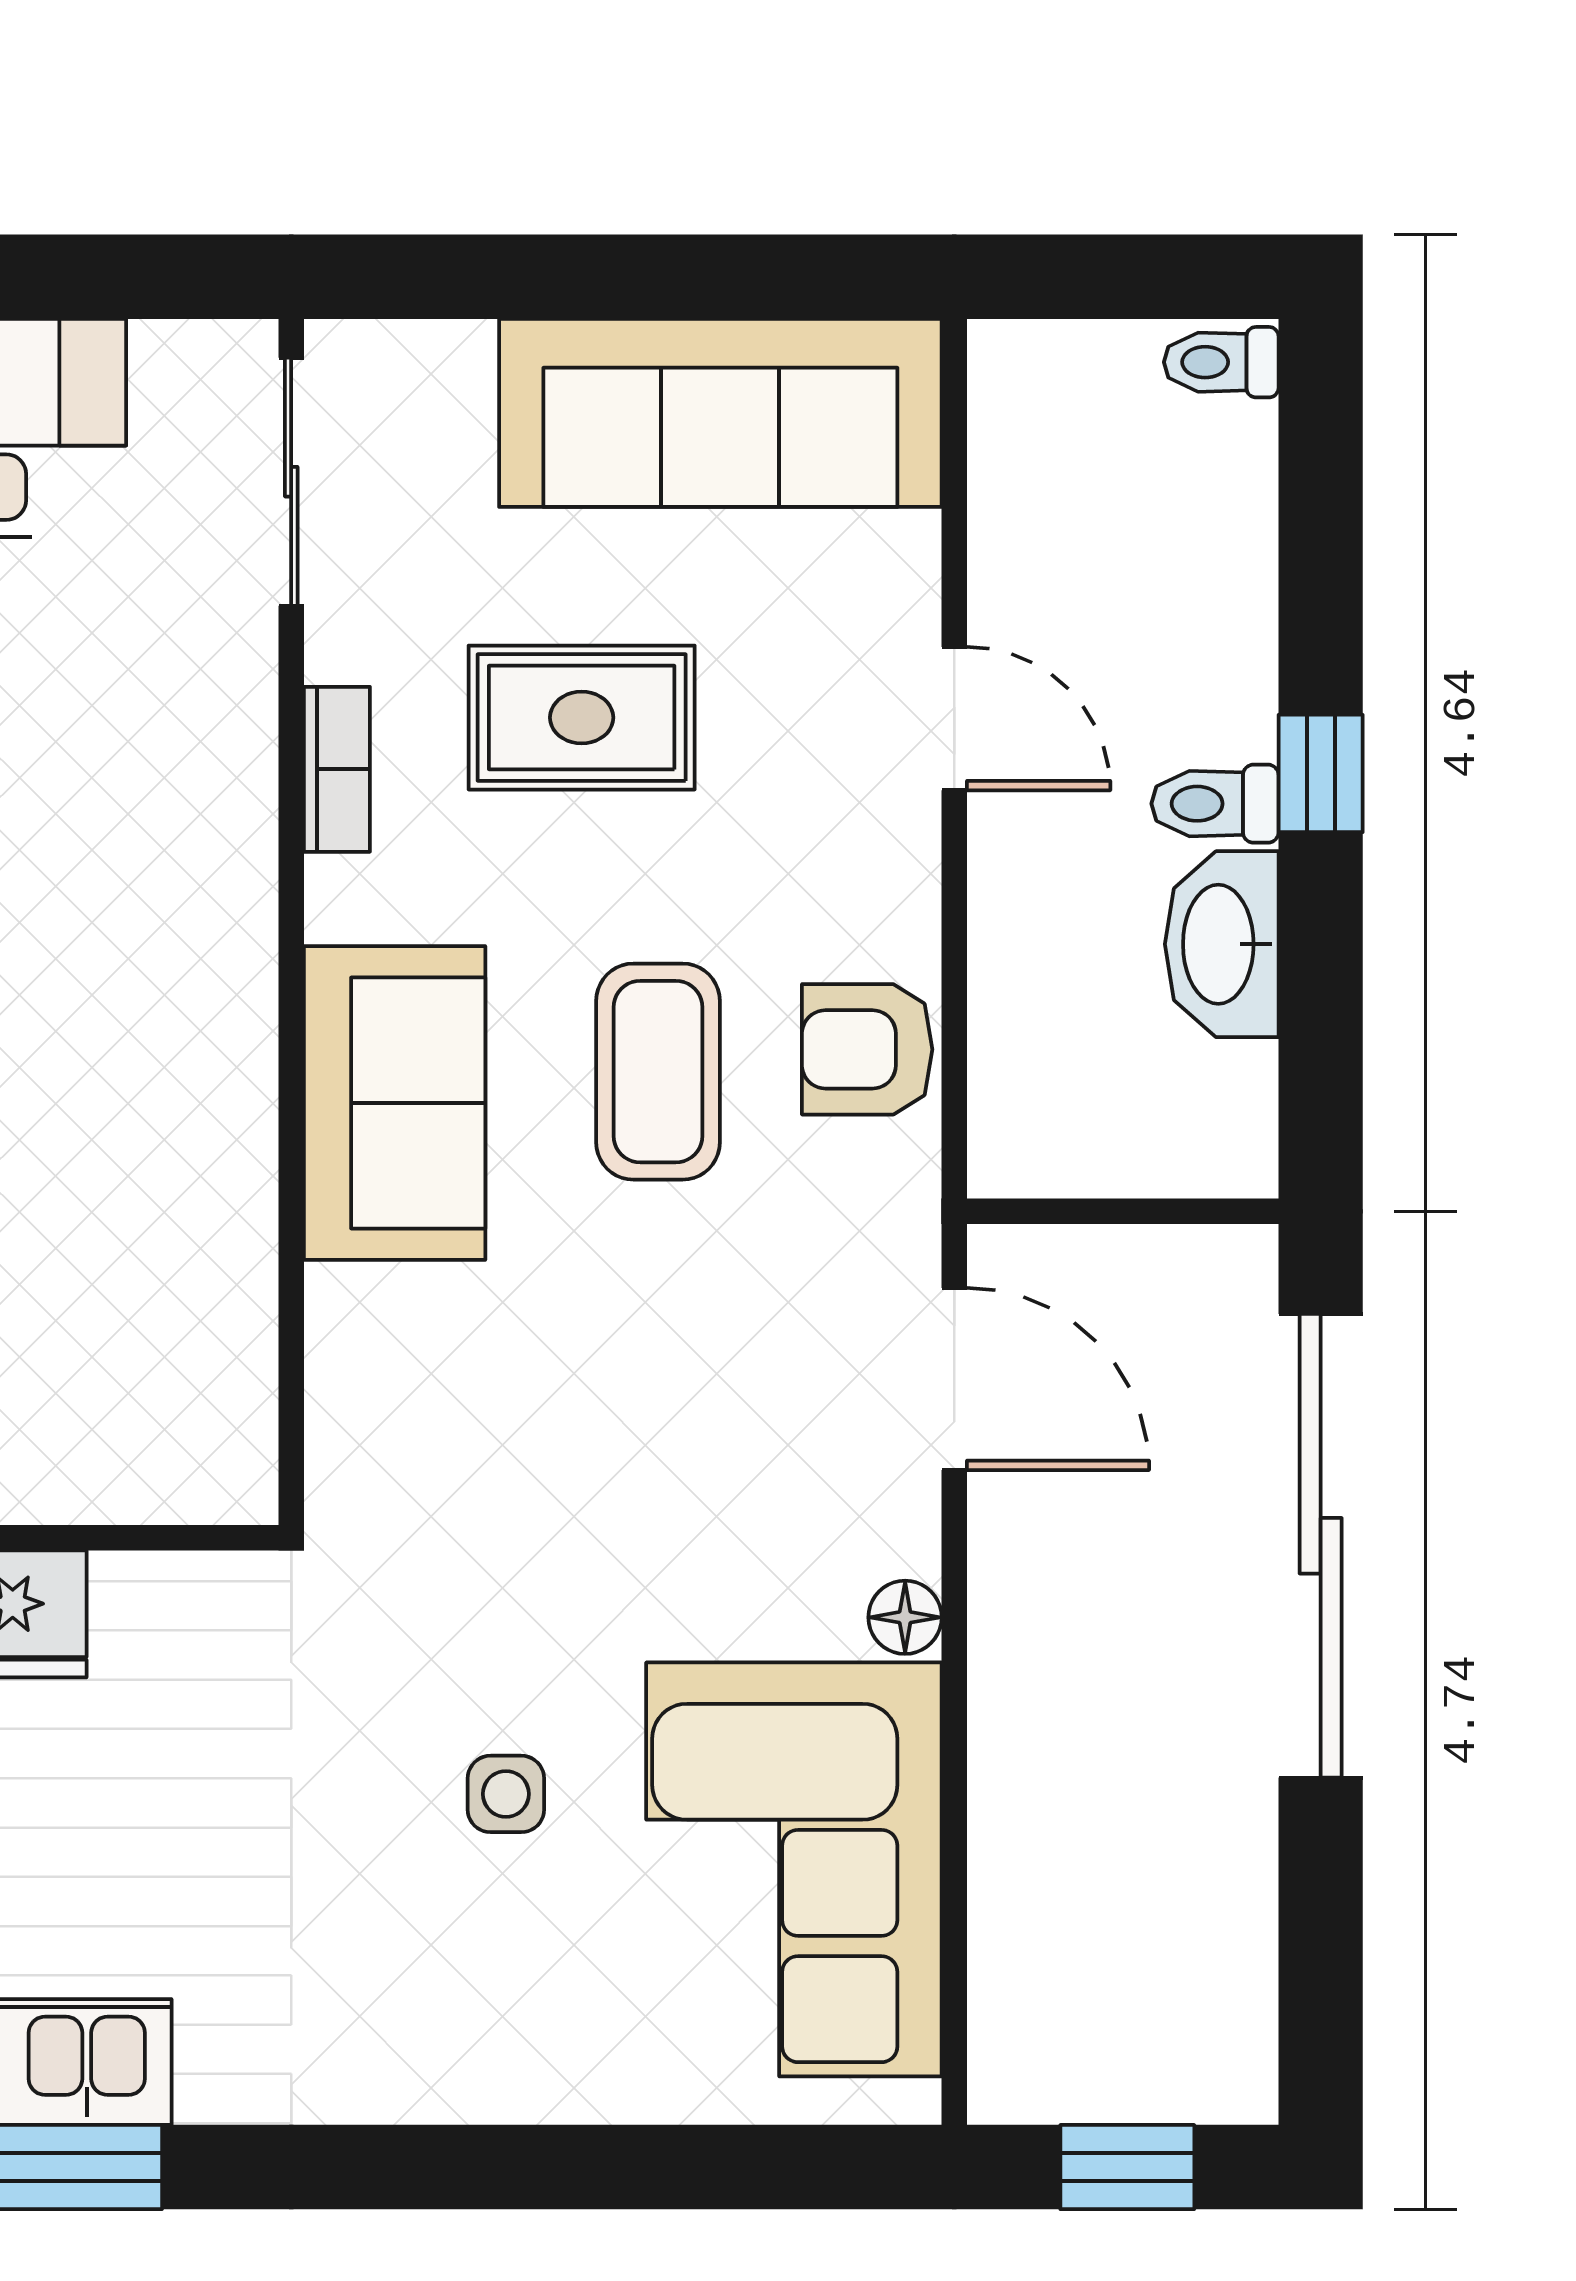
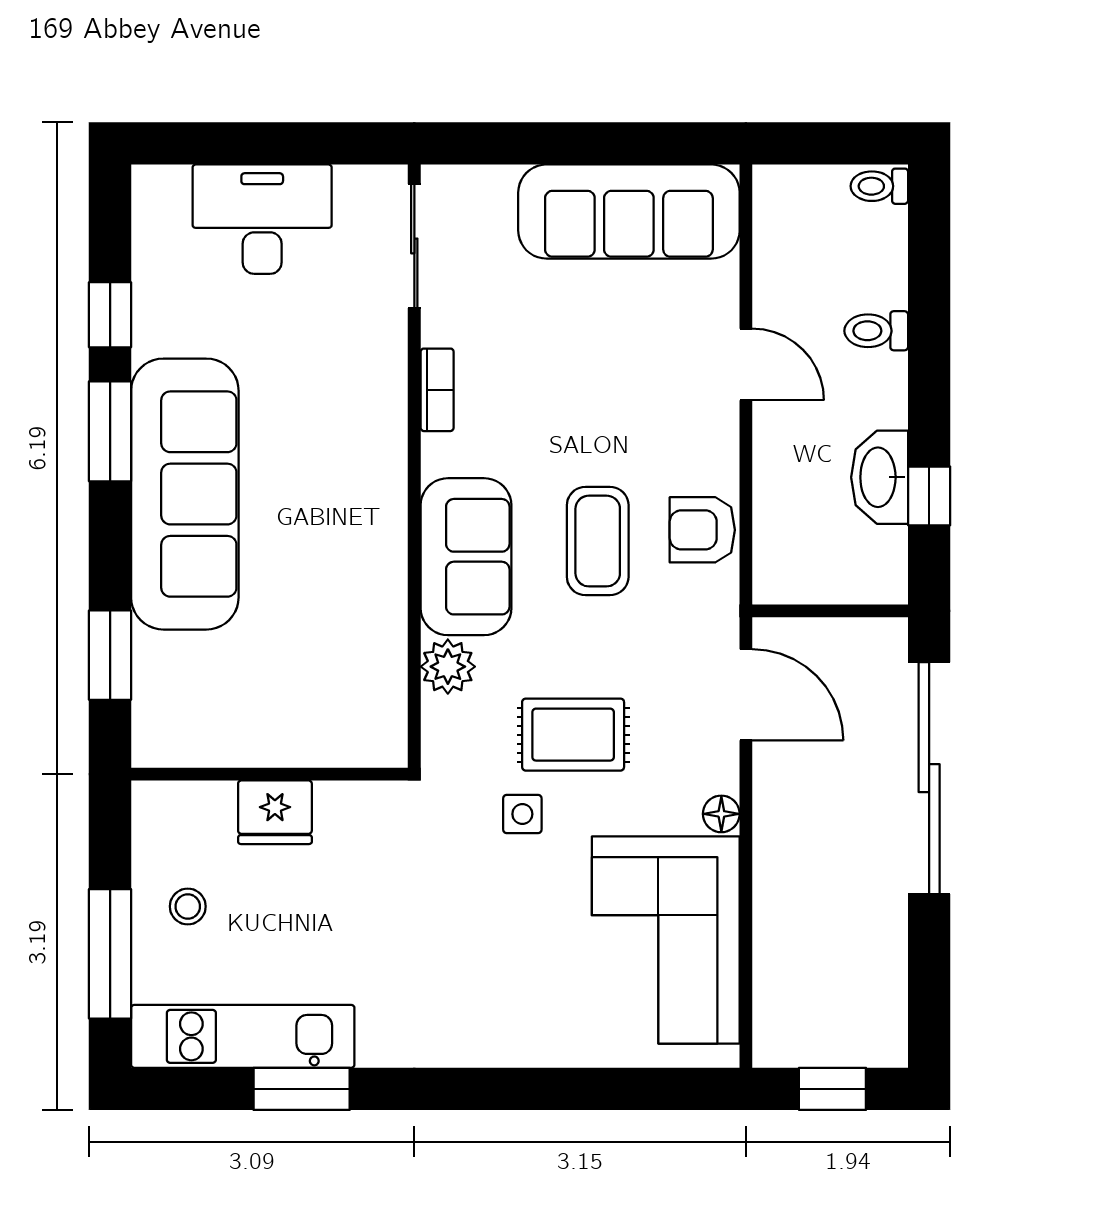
rug: (582, 718) -> (573, 735), moved
window: (1321, 773) -> (929, 496), moved
toilet: (1215, 804) -> (876, 331), moved
plant: (358, 1323) -> (448, 667), added
side table: (506, 1794) -> (522, 814), moved

